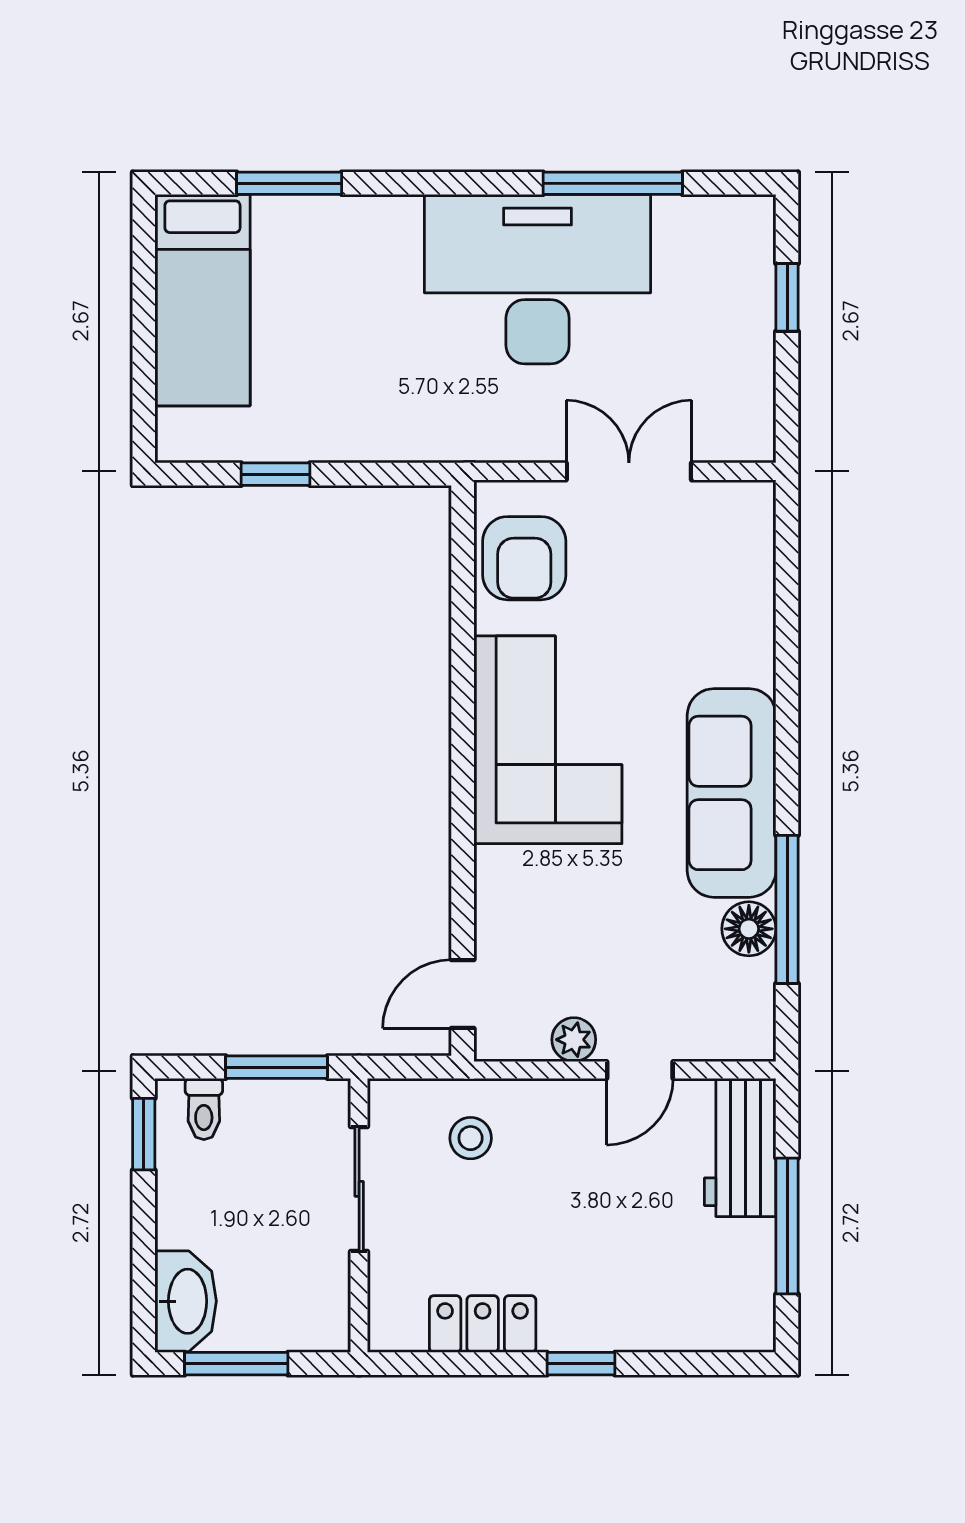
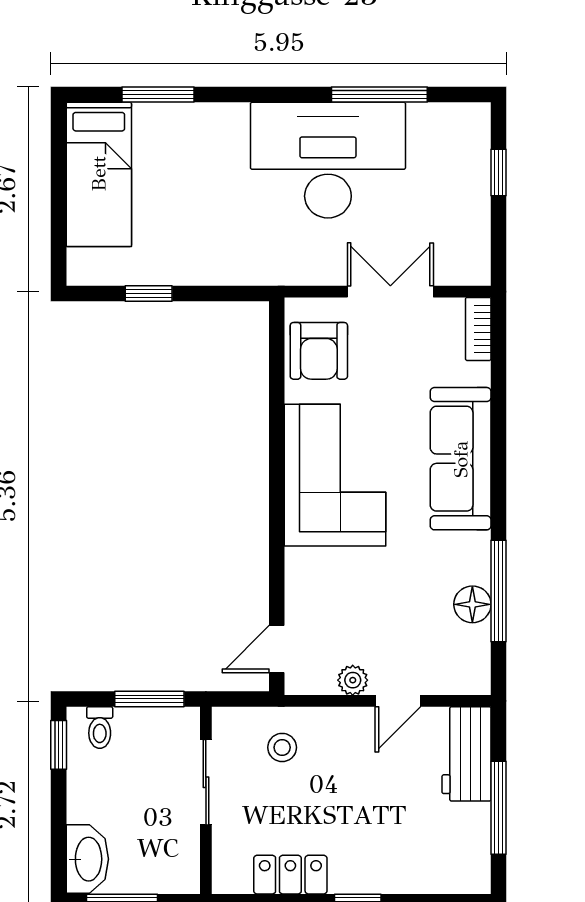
bookcase: (757, 526) -> (478, 329), added
sofa: (732, 793) -> (461, 459), moved

